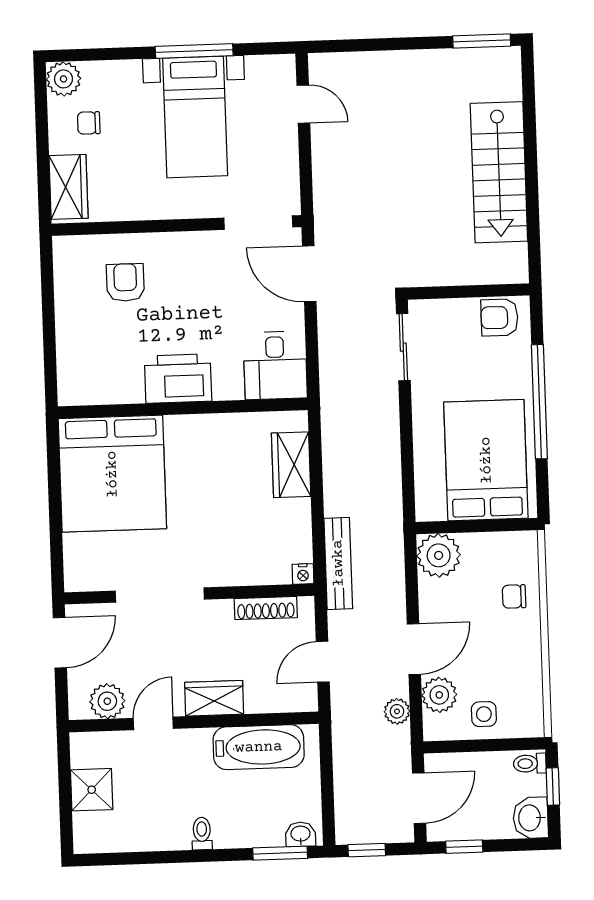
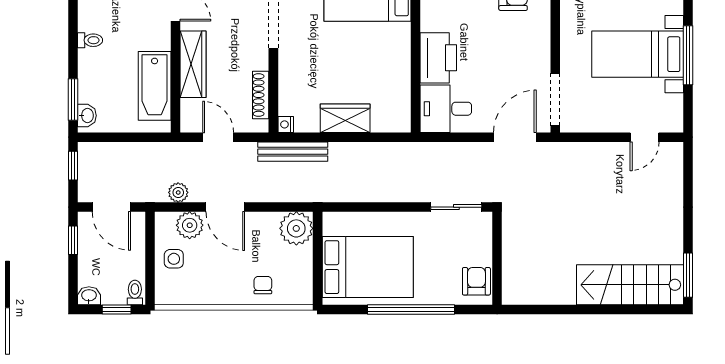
stairs: (499, 172) -> (630, 285), moved
printer: (178, 379) -> (438, 58), moved
wardrobe: (291, 465) -> (345, 118), moved
wardrobe: (214, 698) -> (193, 64), width x1.50
washbasin: (531, 818) -> (89, 296), width x0.72, depth x0.69

